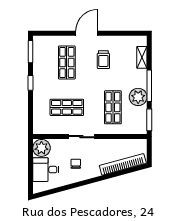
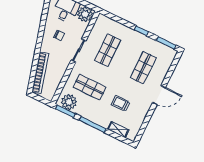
door: (87, 33) -> (159, 95), hinge flipped
trolley: (103, 60) -> (121, 103), moved
shop shelf: (67, 63) -> (143, 68), turned 90
plant: (138, 97) -> (69, 102), moved

